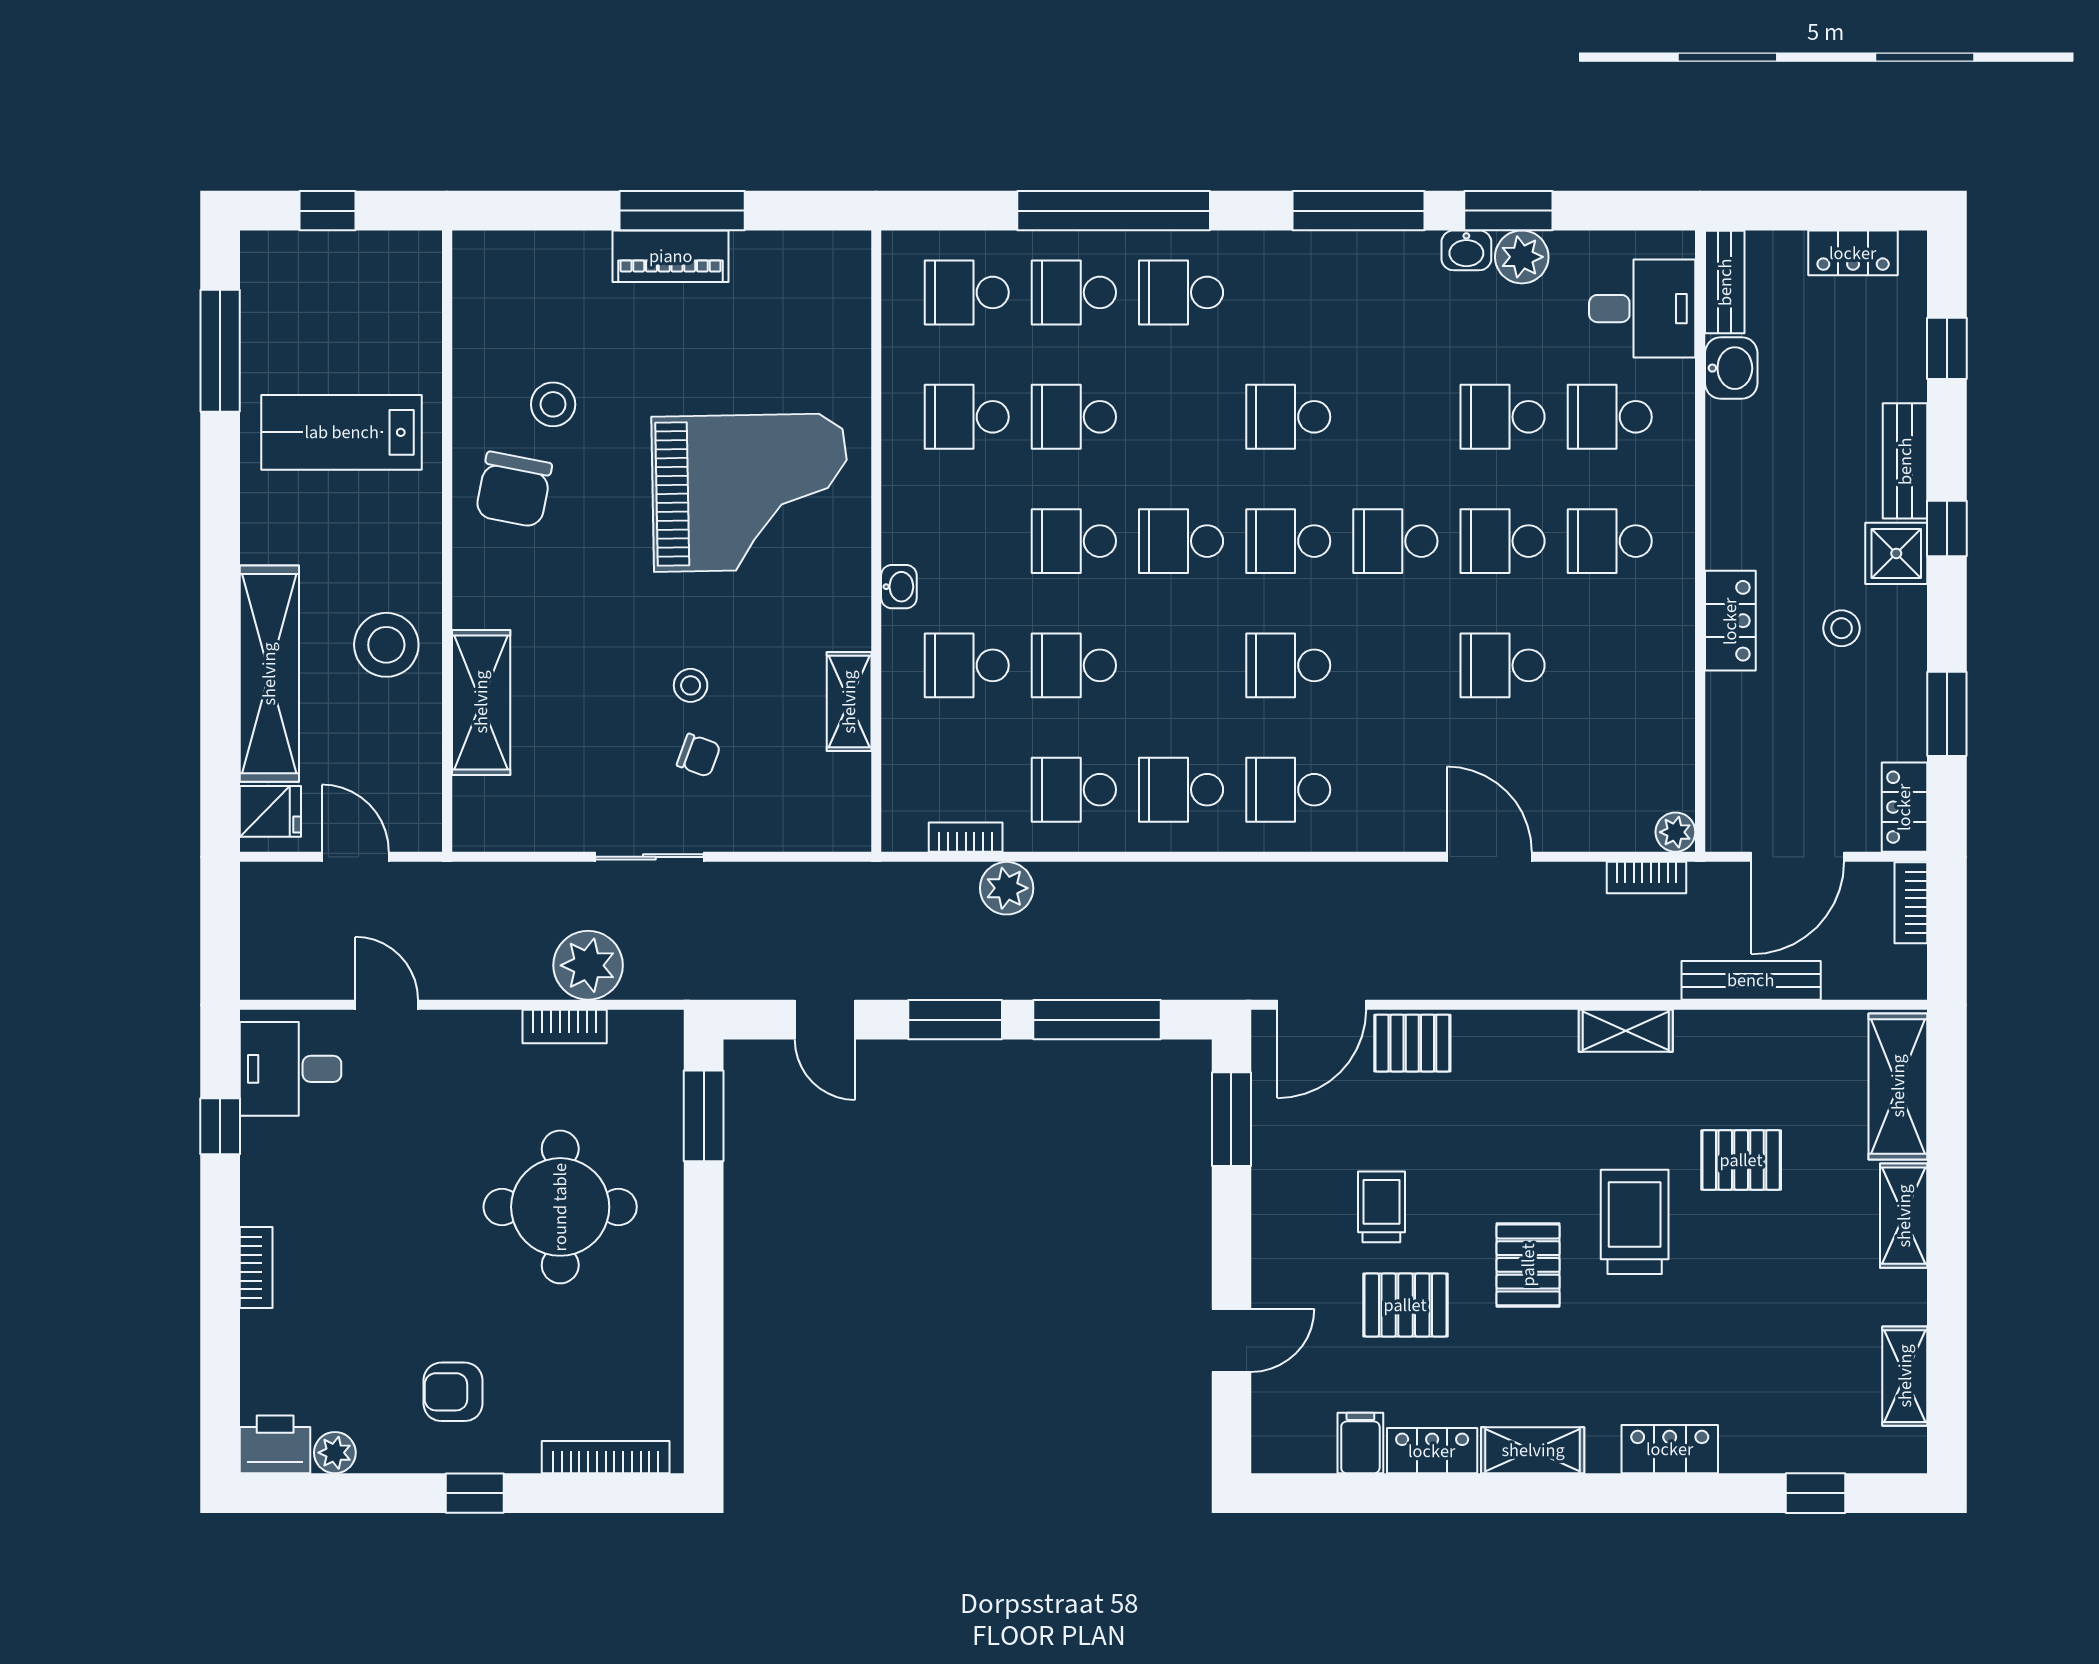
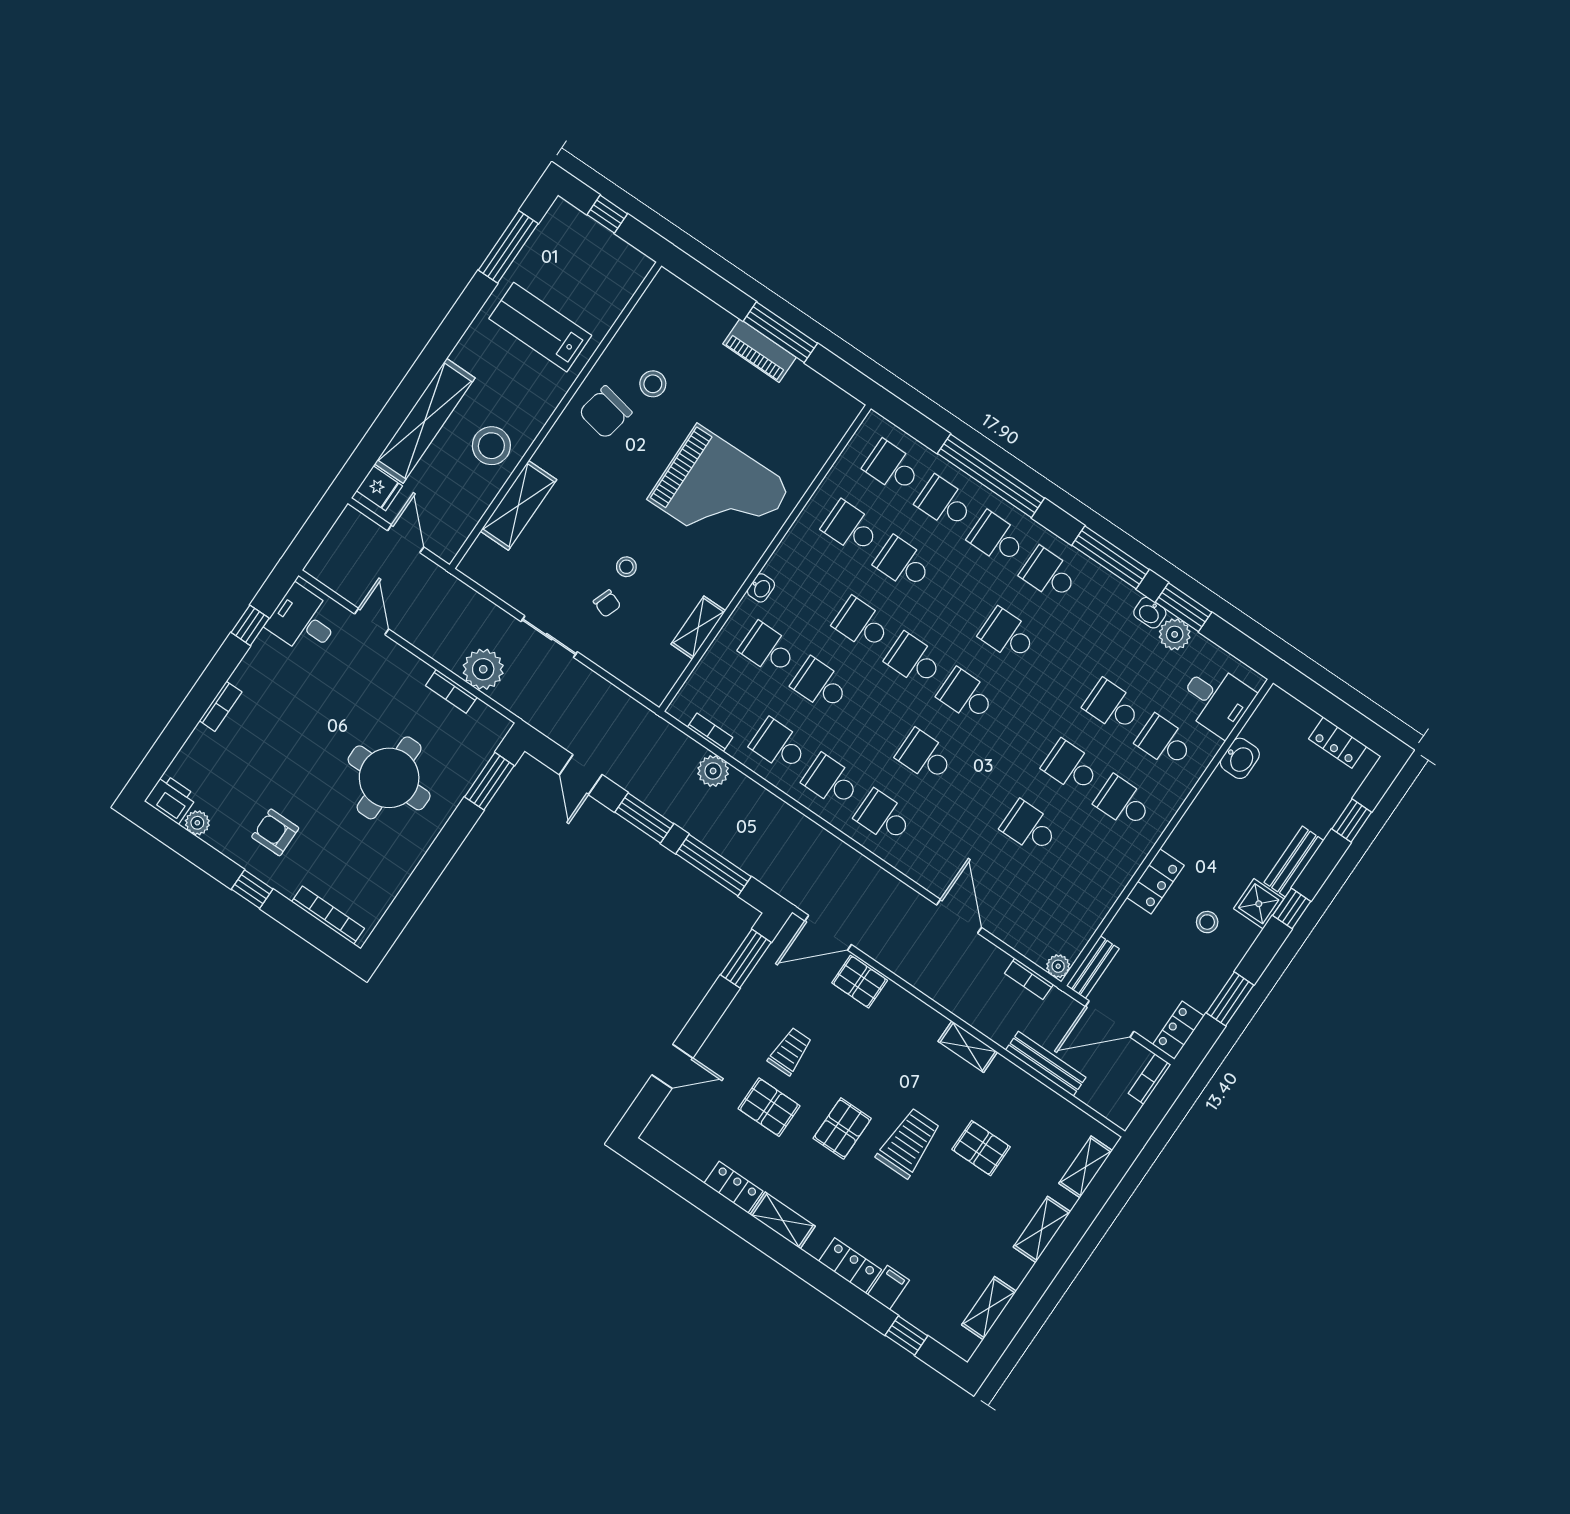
bench: (1725, 282) -> (1093, 967), moved
school desk: (1395, 541) -> (1049, 574), moved
shelving: (1898, 1086) -> (1086, 1167), width x0.67, depth x0.75
filing cabinet: (1360, 1443) -> (888, 1287), moved

